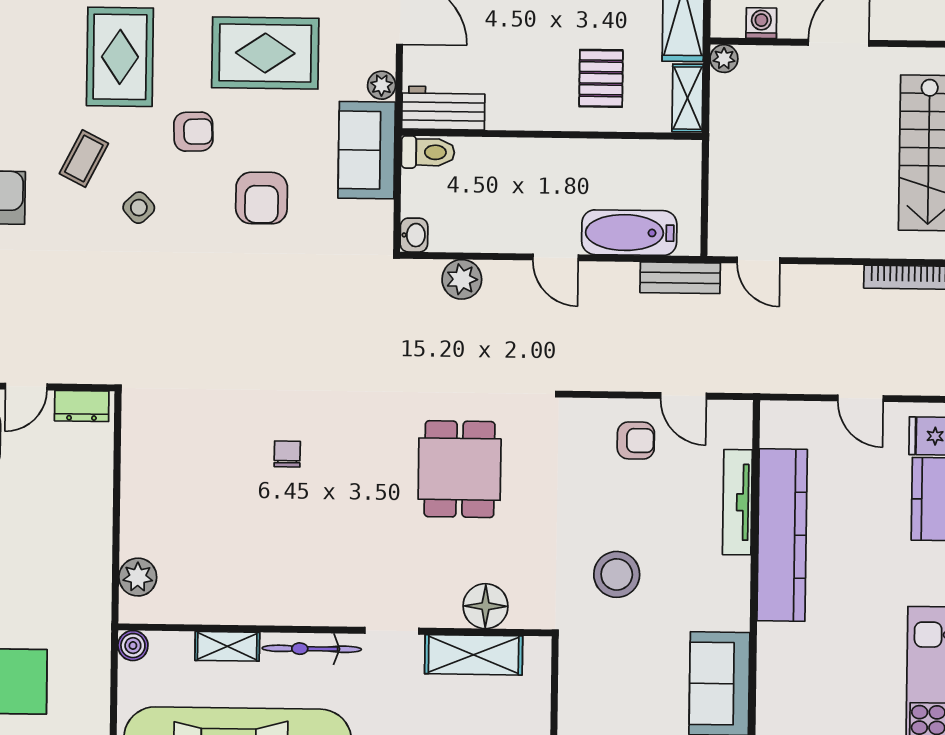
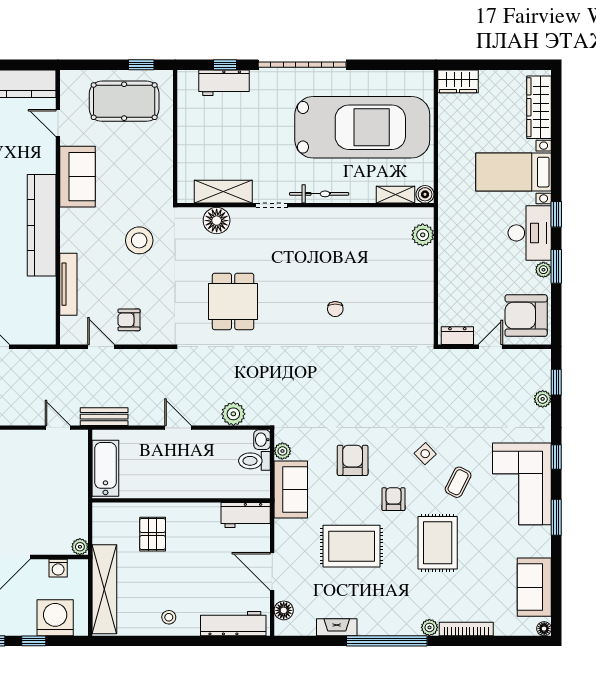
plant: (382, 85) -> (282, 451), moved
shelving: (687, 98) -> (101, 523), removed
armchair: (193, 132) -> (393, 499), turned 92
toilet: (428, 152) -> (254, 461), moved
bathtub: (629, 233) -> (105, 468), moved, turned -90
kitchen counter: (782, 535) -> (42, 225), moved
shelving: (227, 646) -> (395, 195), moved

